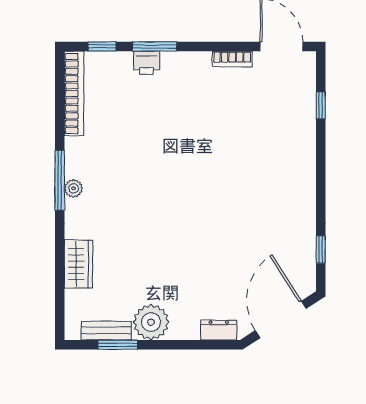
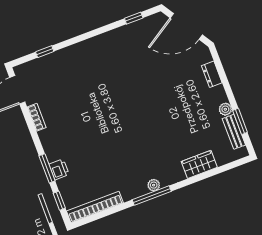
plant: (151, 322) -> (225, 109), width x0.53, depth x0.53
dresser: (219, 330) -> (212, 74), moved

